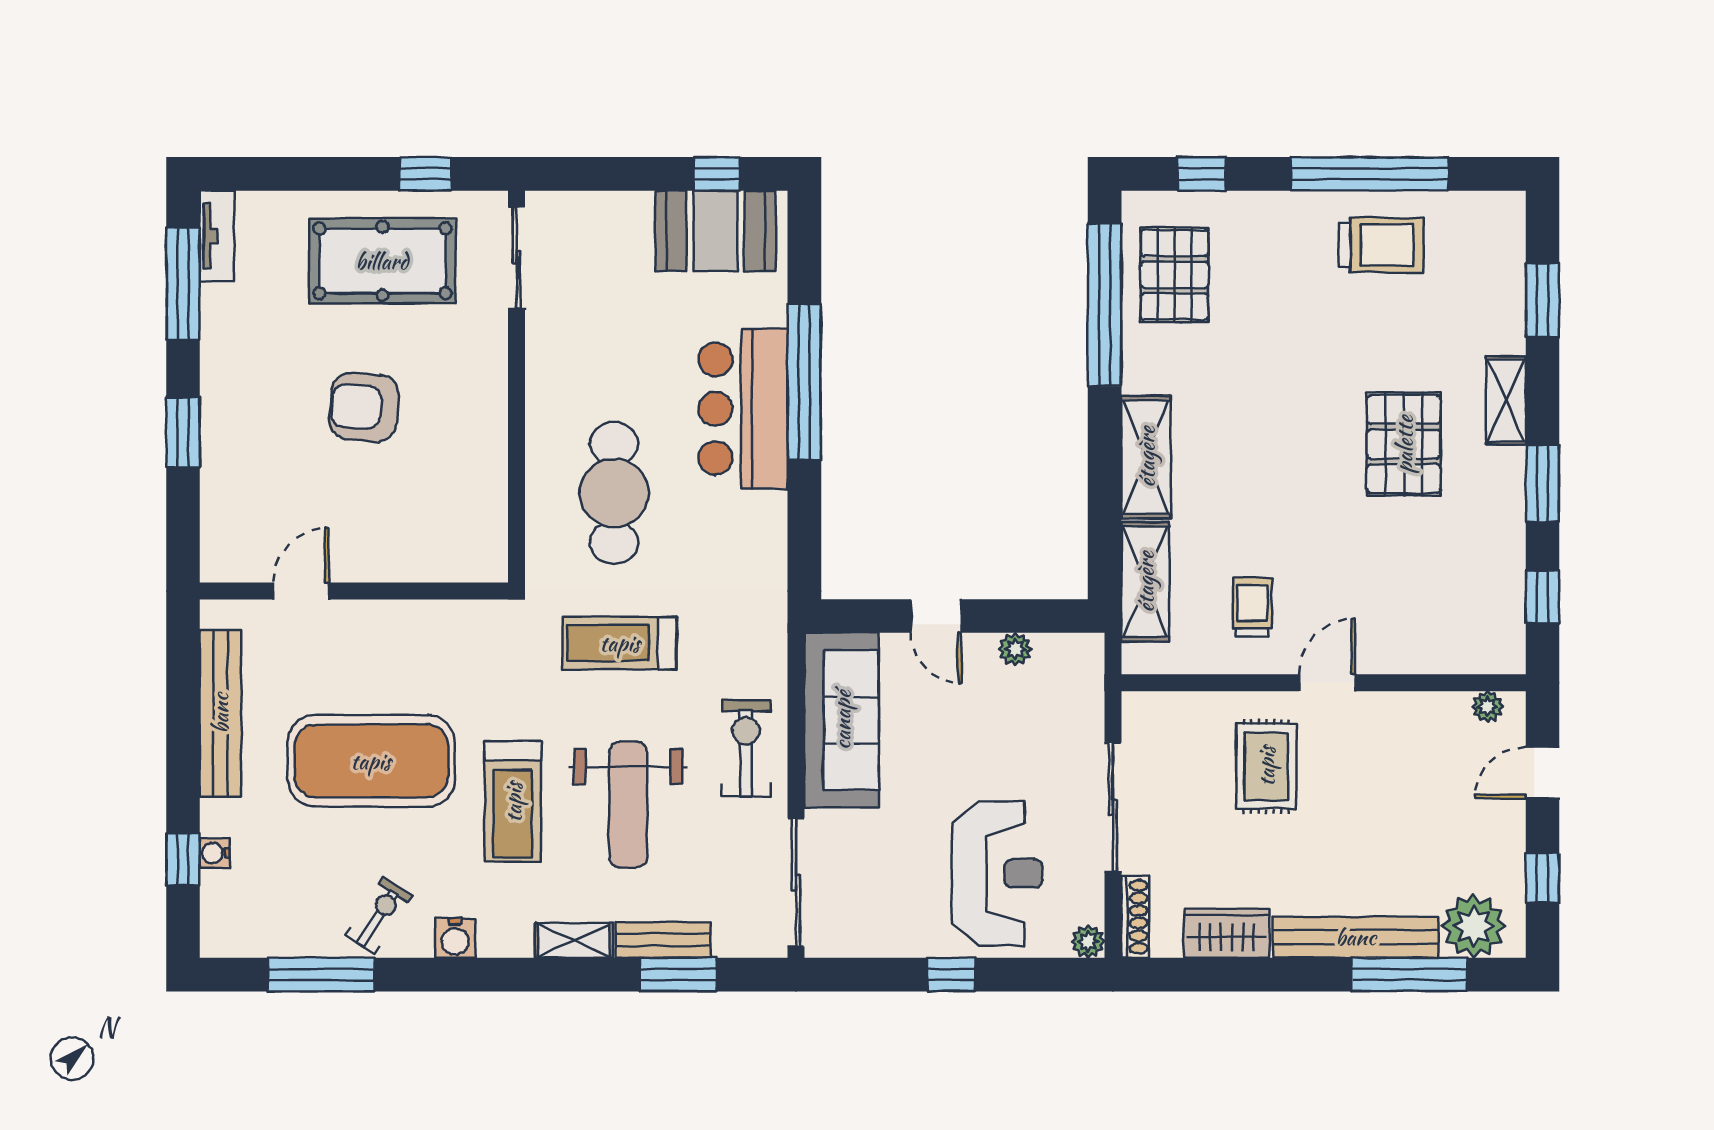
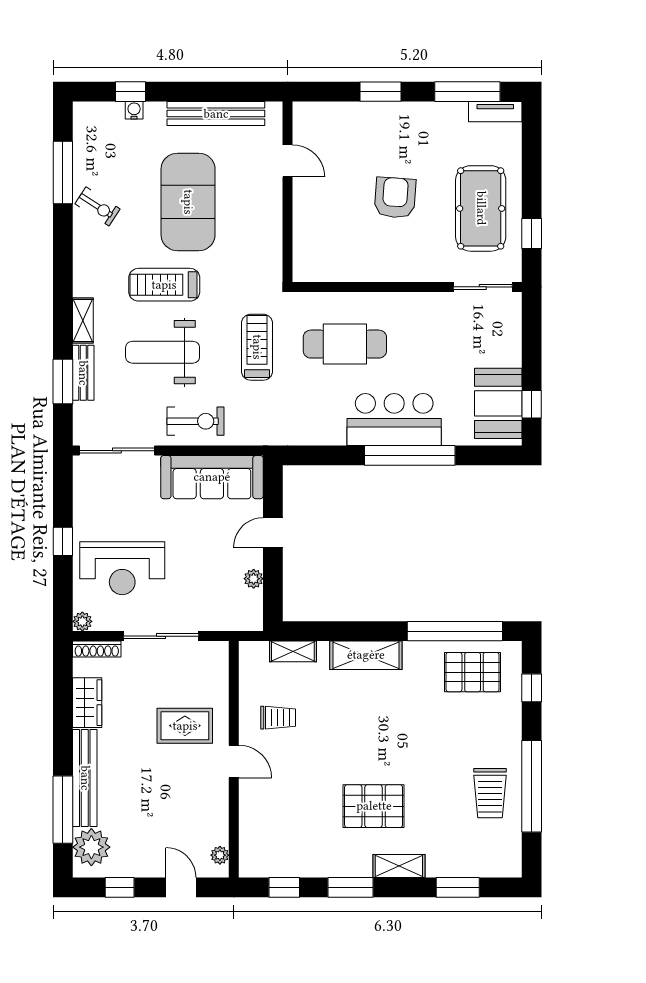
shelving: (1145, 582) -> (293, 651), width x0.67, depth x0.75
water cooler: (455, 938) -> (84, 251), removed

